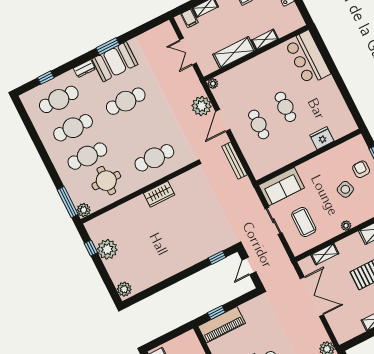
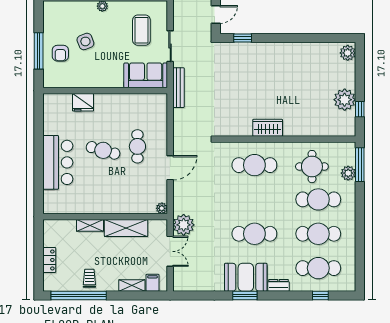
bar counter: (308, 58) -> (58, 162), moved
plant: (202, 106) -> (184, 225), moved
cafe table: (285, 107) -> (103, 150), turned -74
bench: (234, 161) -> (178, 88), moved
plant: (84, 210) -> (348, 173), moved

